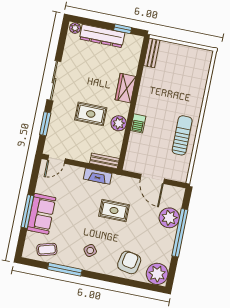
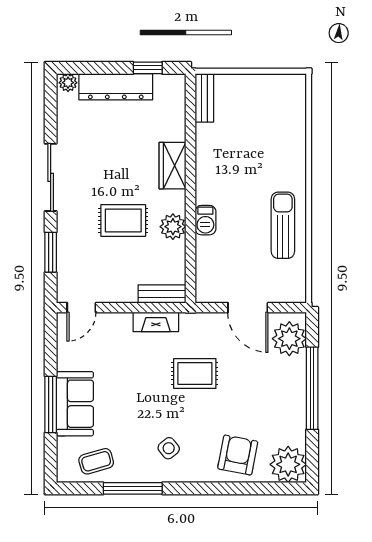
plant: (169, 218) -> (289, 339), moved

